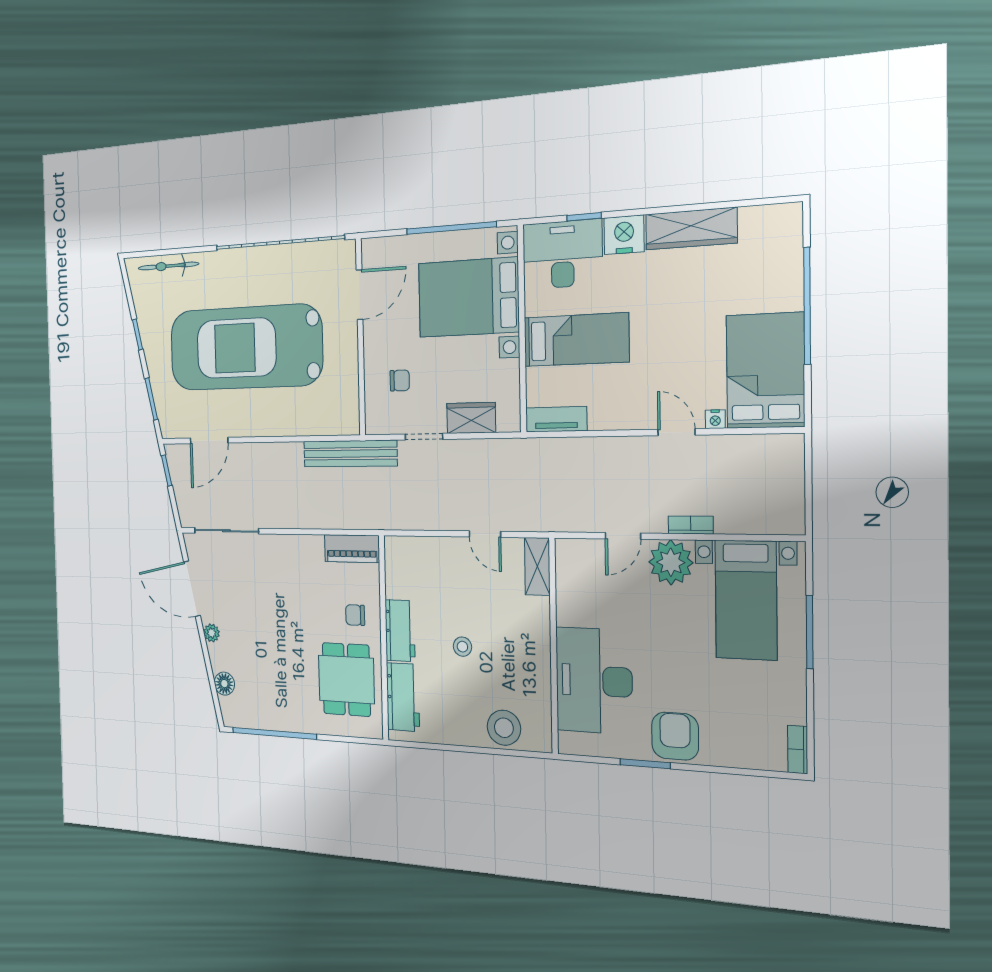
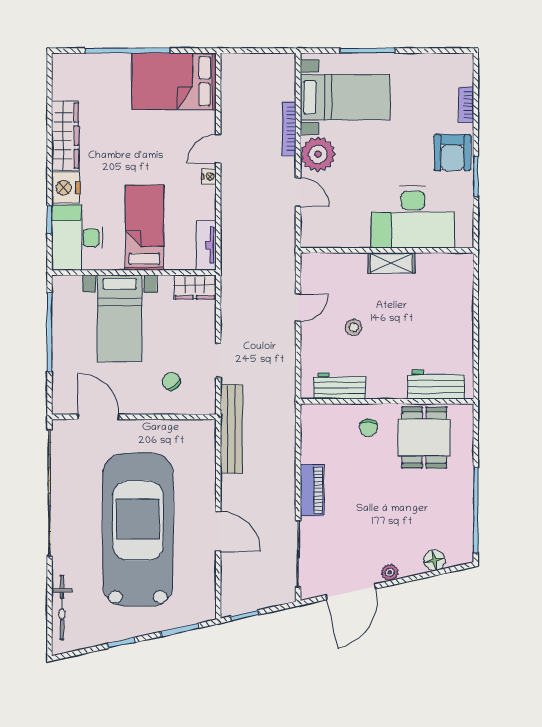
bed with nightstands: (468, 297) -> (120, 318), width x0.73
car: (245, 348) -> (138, 530), turned 180
chair: (400, 381) -> (171, 381), turned -39
wardrobe: (471, 418) -> (195, 287), moved, turned -90
nightstand: (715, 419) -> (209, 177), moved
door: (209, 441) -> (218, 531), moved
bookcase: (691, 525) -> (289, 129), width x1.56
piano: (352, 549) -> (312, 490), moved
shelving: (537, 567) -> (391, 263), moved
workbench: (400, 631) -> (340, 386), moved
stool: (462, 647) -> (353, 327), moved
dining table: (346, 679) -> (424, 438), turned 90
stool: (504, 728) -> (456, 294), removed
armchair: (675, 736) -> (452, 153), turned -90
bookcase: (798, 750) -> (466, 105), moved, turned 90

